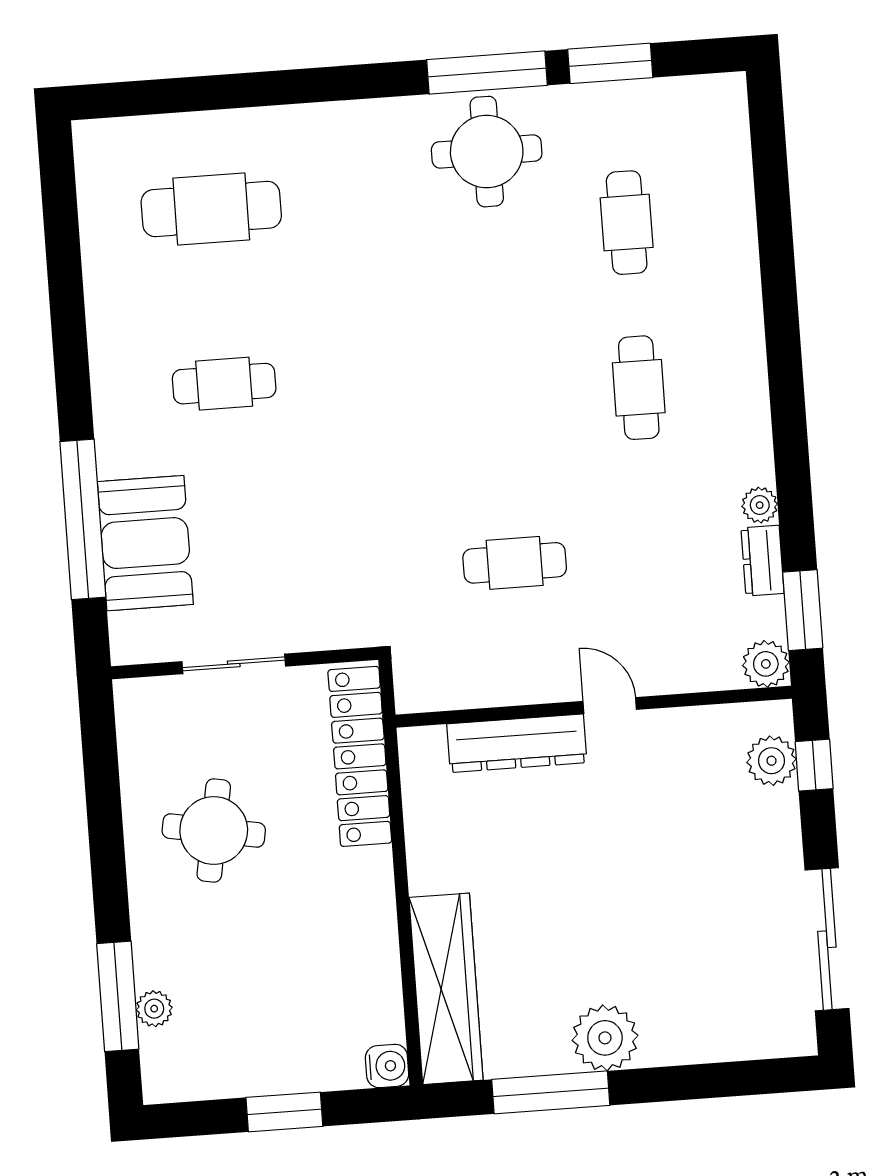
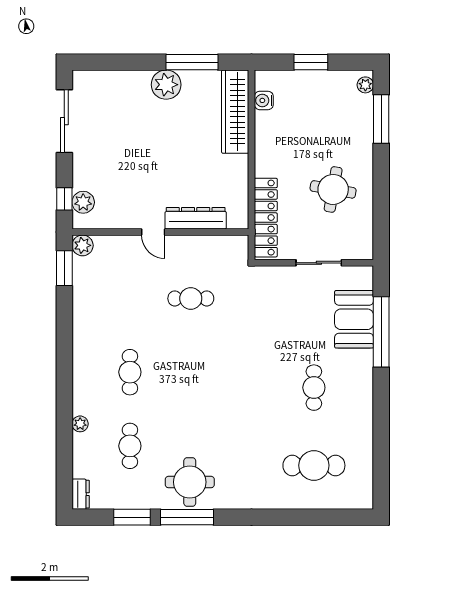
cafe table: (224, 384) -> (314, 388), turned 90
plant: (760, 505) -> (80, 424), moved
dresser: (763, 561) -> (81, 494), moved
plant: (154, 1009) -> (365, 85), moved
water cooler: (387, 1066) -> (264, 100), moved

